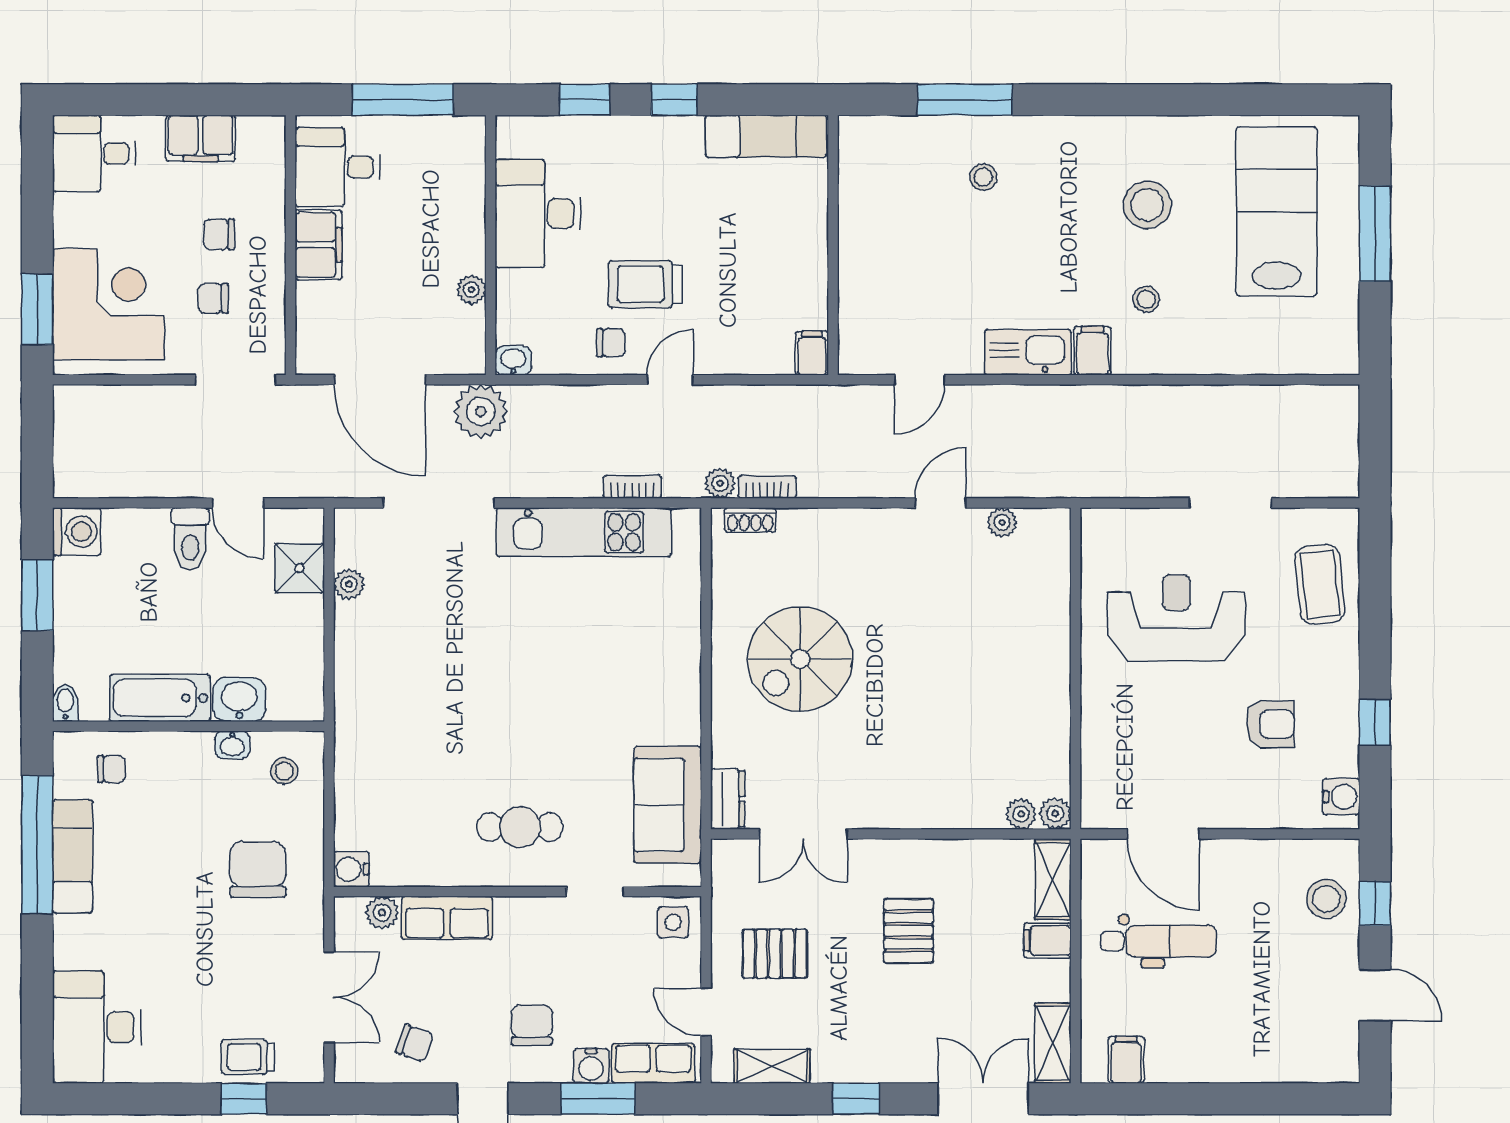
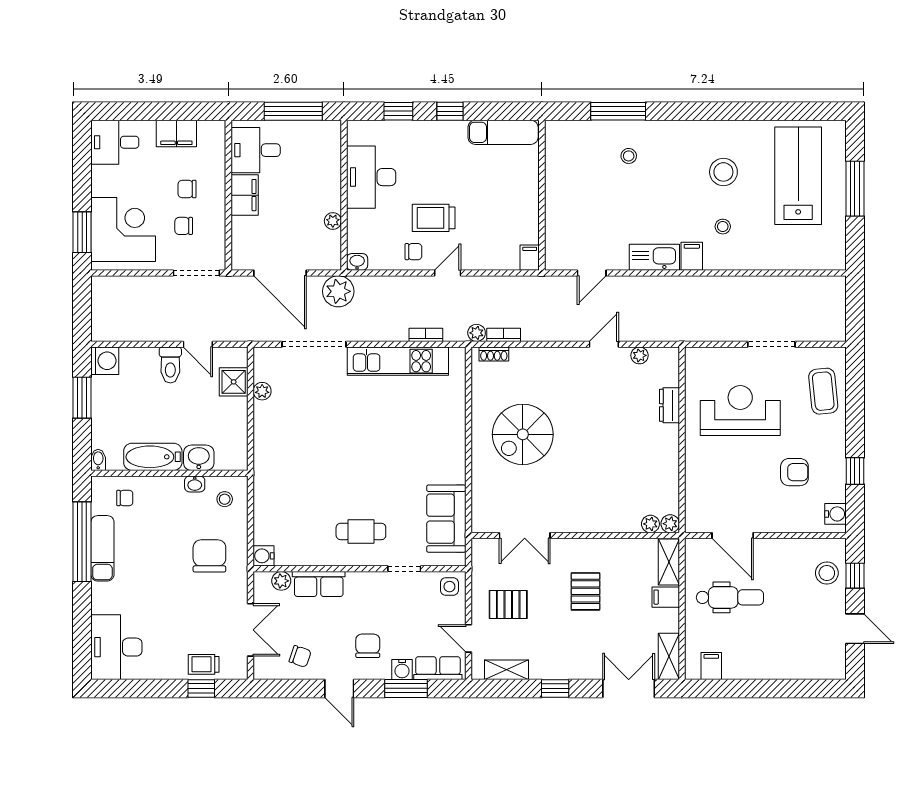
dresser: (728, 799) -> (669, 405), moved, turned 180

